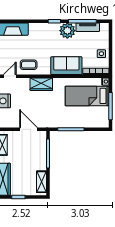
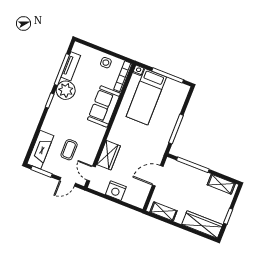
coffee table: (29, 65) -> (69, 150), moved
wardrobe: (41, 84) -> (109, 155), moved

